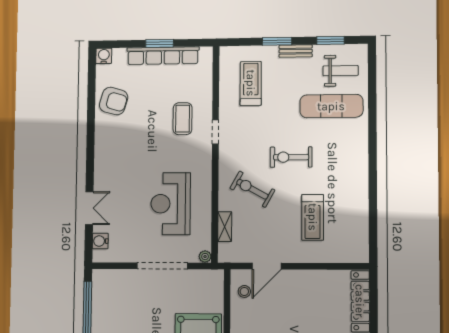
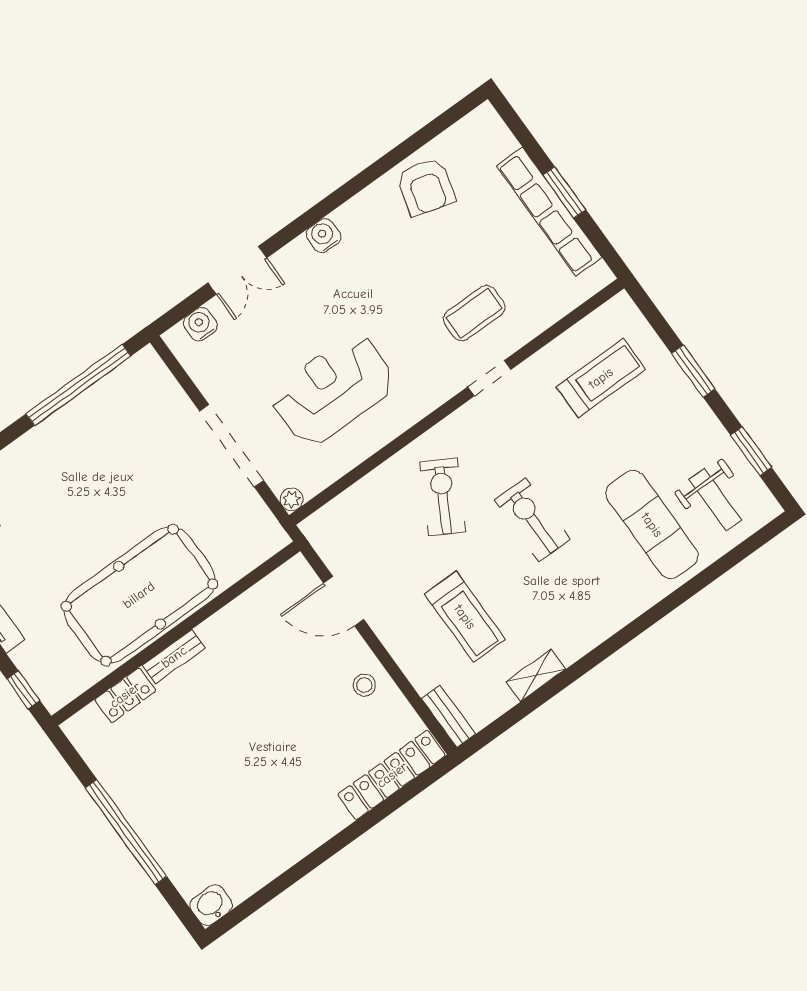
bench: (296, 51) -> (448, 716), moved
water cooler: (104, 56) -> (323, 236), moved, turned -90
treadmill: (313, 217) -> (465, 617), turned -90
shelving: (225, 227) -> (536, 675), moved
stool: (244, 291) -> (364, 685), moved

